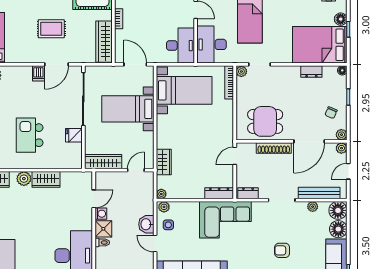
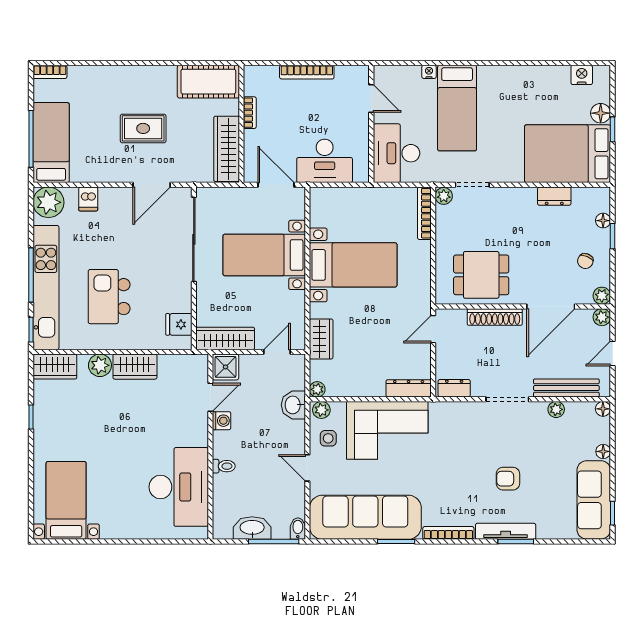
desk: (180, 46) -> (325, 161), moved, turned 90
floor lamp: (342, 70) -> (603, 221), moved
dishwasher: (38, 73) -> (88, 199), moved
bed with nightstands: (184, 90) -> (353, 265), moved
fridge: (74, 135) -> (179, 324), moved
floor lamp: (338, 210) -> (603, 409), width x0.53, depth x0.53
corner sofa: (225, 220) -> (387, 430), moved
washbasin: (146, 224) -> (293, 405), moved
shower: (103, 229) -> (226, 367), moved
floor lamp: (338, 229) -> (603, 451), width x0.53, depth x0.53

